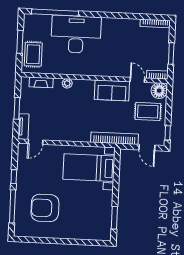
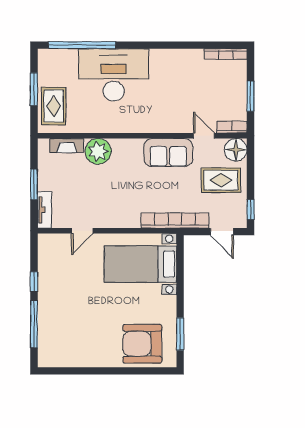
plant: (67, 83) -> (98, 151), width x1.88, depth x1.88
door: (36, 142) -> (82, 231), moved
armchair: (45, 208) -> (142, 344), moved

